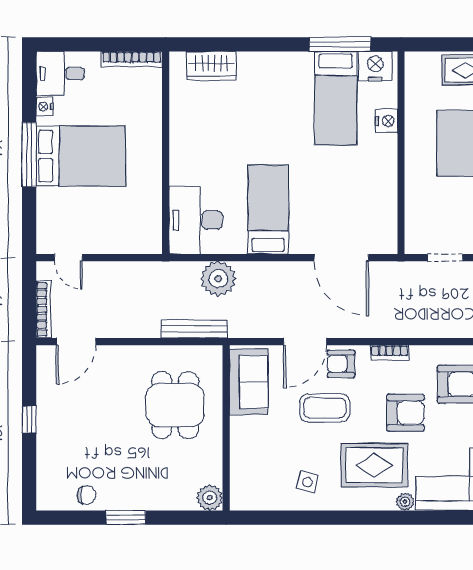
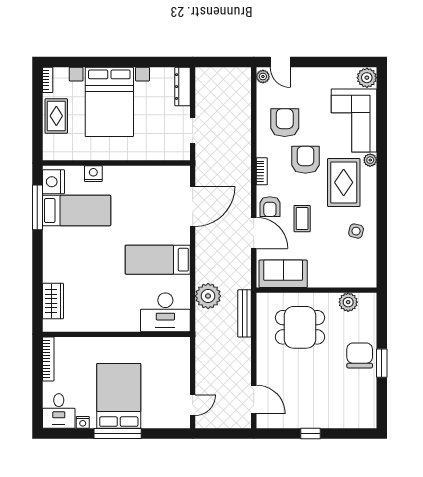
bookcase: (43, 309) -> (230, 423), removed
coffee table: (325, 408) -> (302, 219), width x0.73, depth x0.77
chair: (86, 495) -> (360, 355), moved, width x1.87, depth x1.87
plant: (210, 498) -> (348, 302), moved

